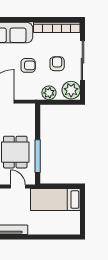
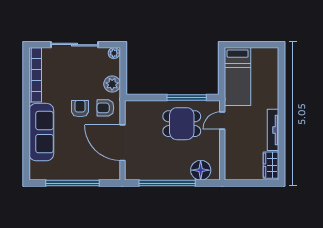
armchair: (57, 64) -> (105, 108), moved
plant: (71, 90) -> (114, 53), width x0.53, depth x0.53

